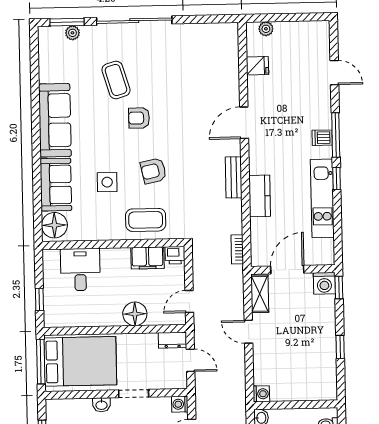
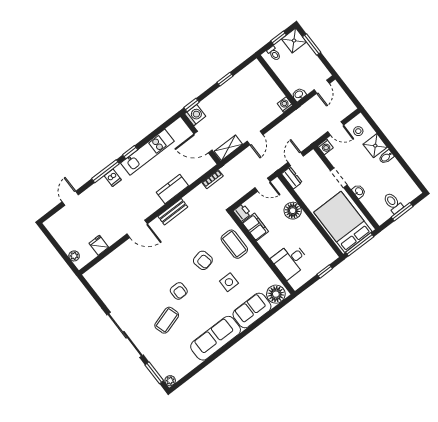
plant: (72, 33) -> (170, 381), moved

